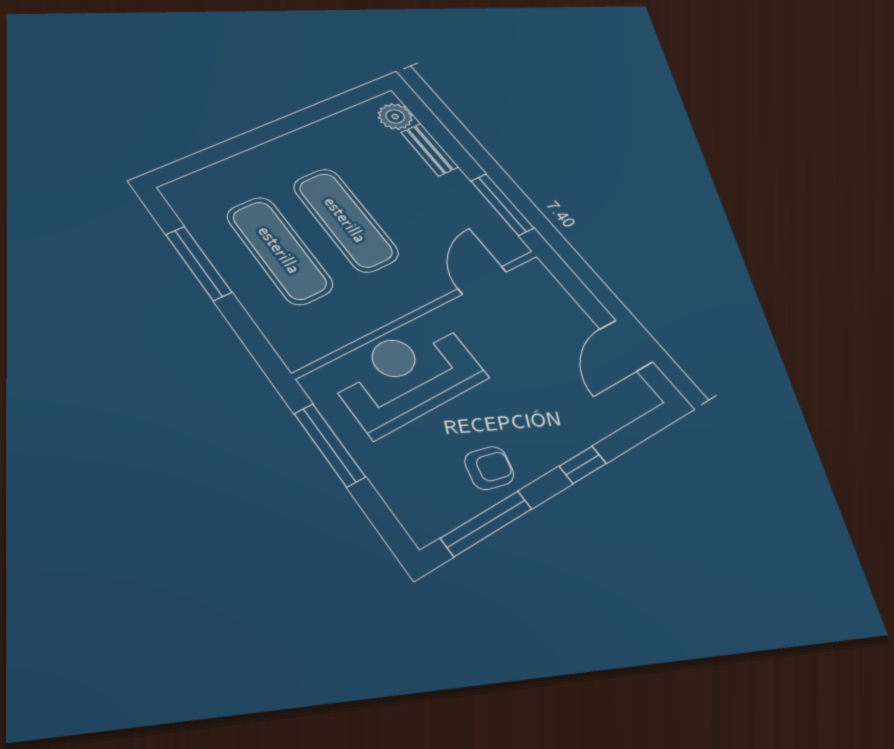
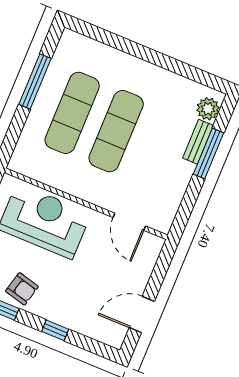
window: (502, 204) -> (209, 153), moved
door: (482, 280) -> (129, 222), swing flipped

